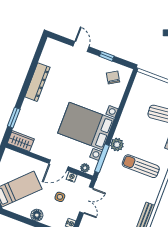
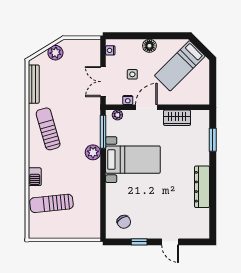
bed with nightstands: (86, 126) -> (133, 160), width x0.73
wardrobe: (21, 141) -> (177, 118), moved
sun lounger: (141, 166) -> (48, 129), moved, turned -106

